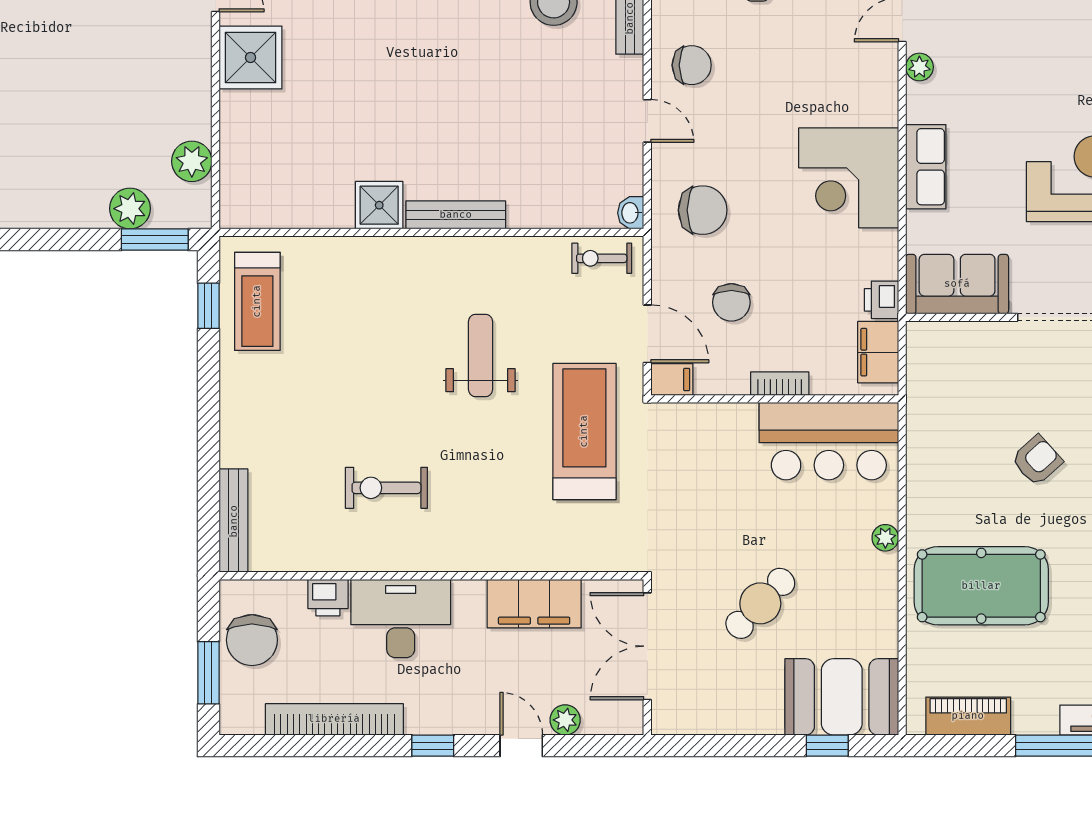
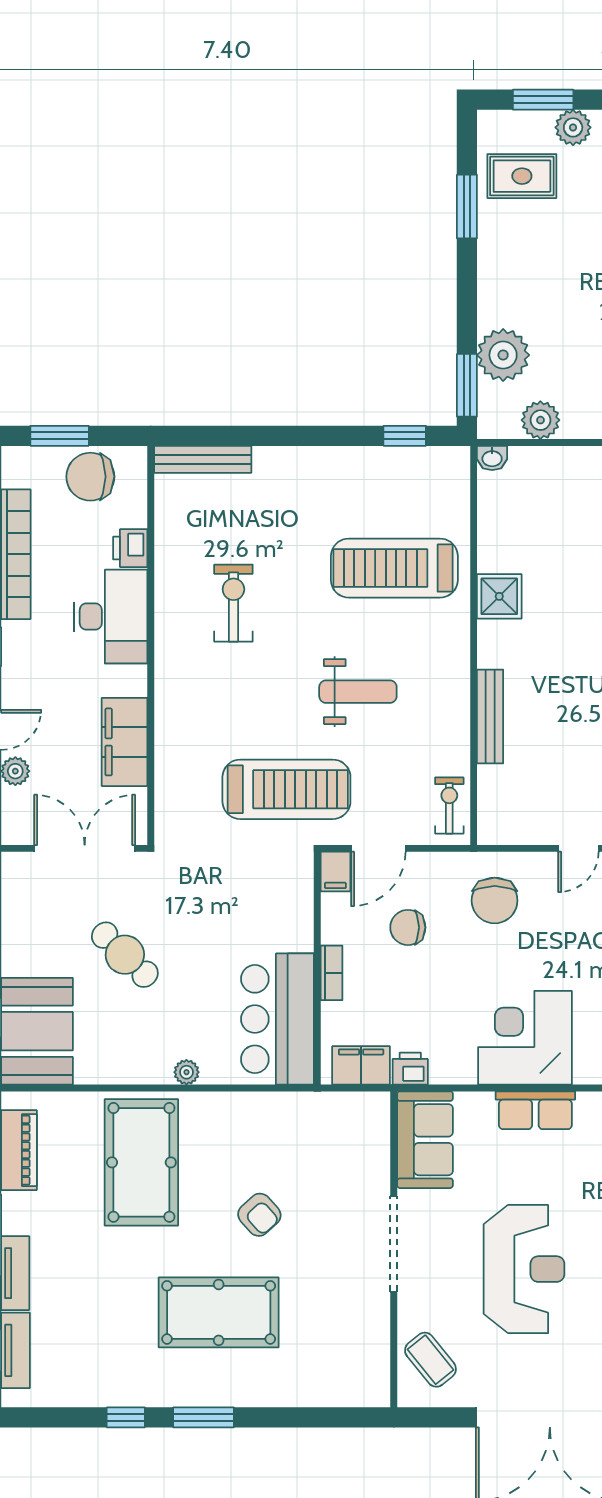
plant: (130, 209) -> (503, 355), width x1.36, depth x1.36
washbasin: (631, 213) -> (492, 458), moved, turned 180
bench: (456, 215) -> (490, 716), moved
treadmill: (257, 301) -> (394, 568), moved, width x1.37, depth x1.38

